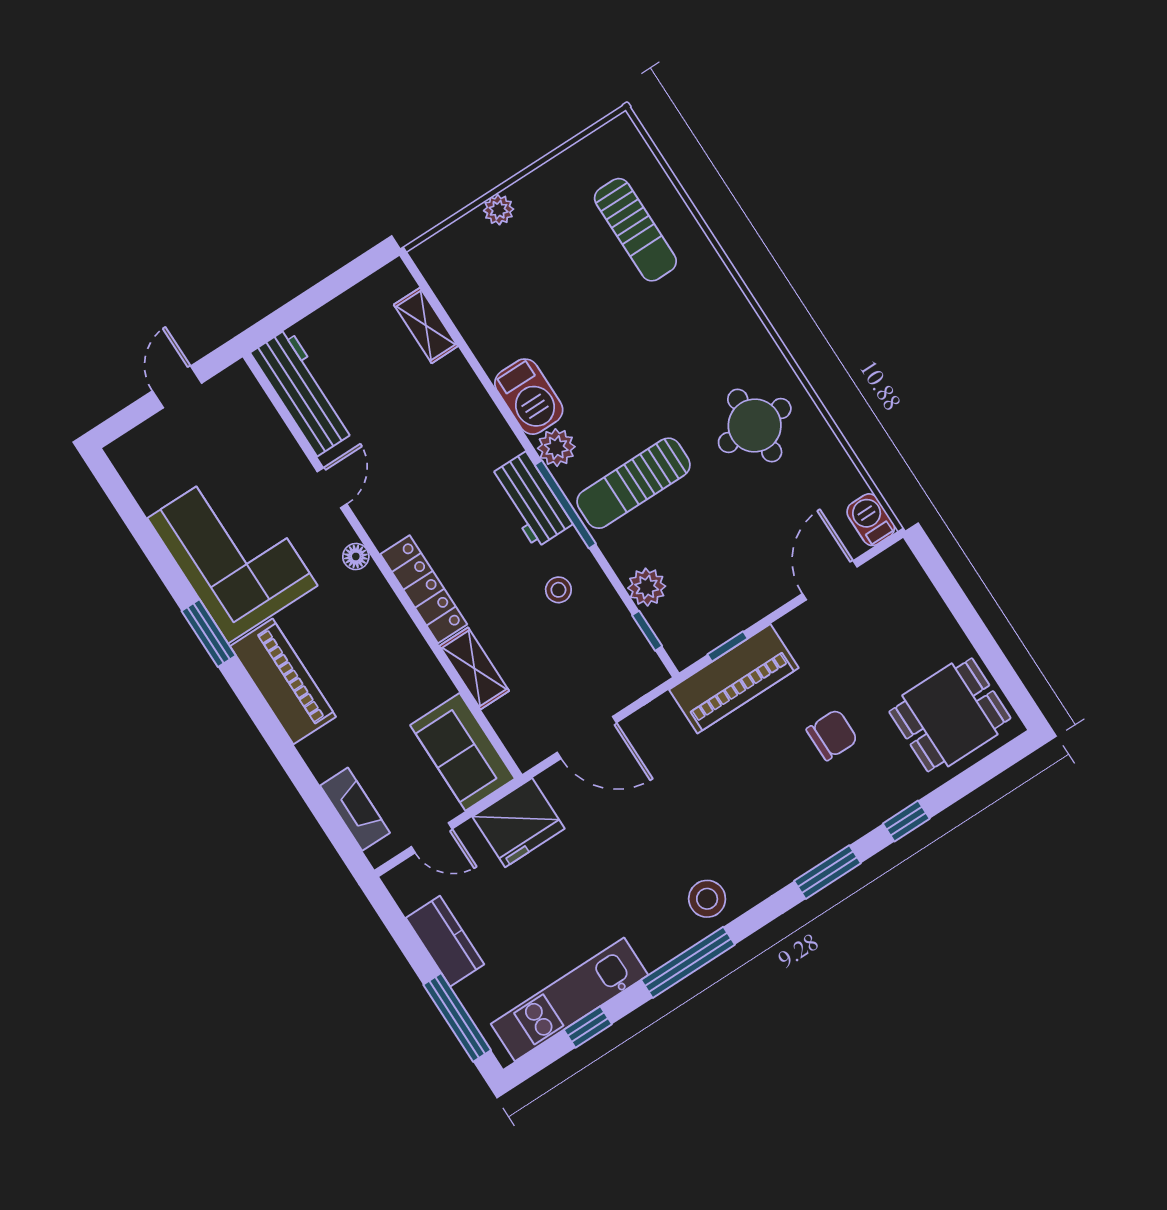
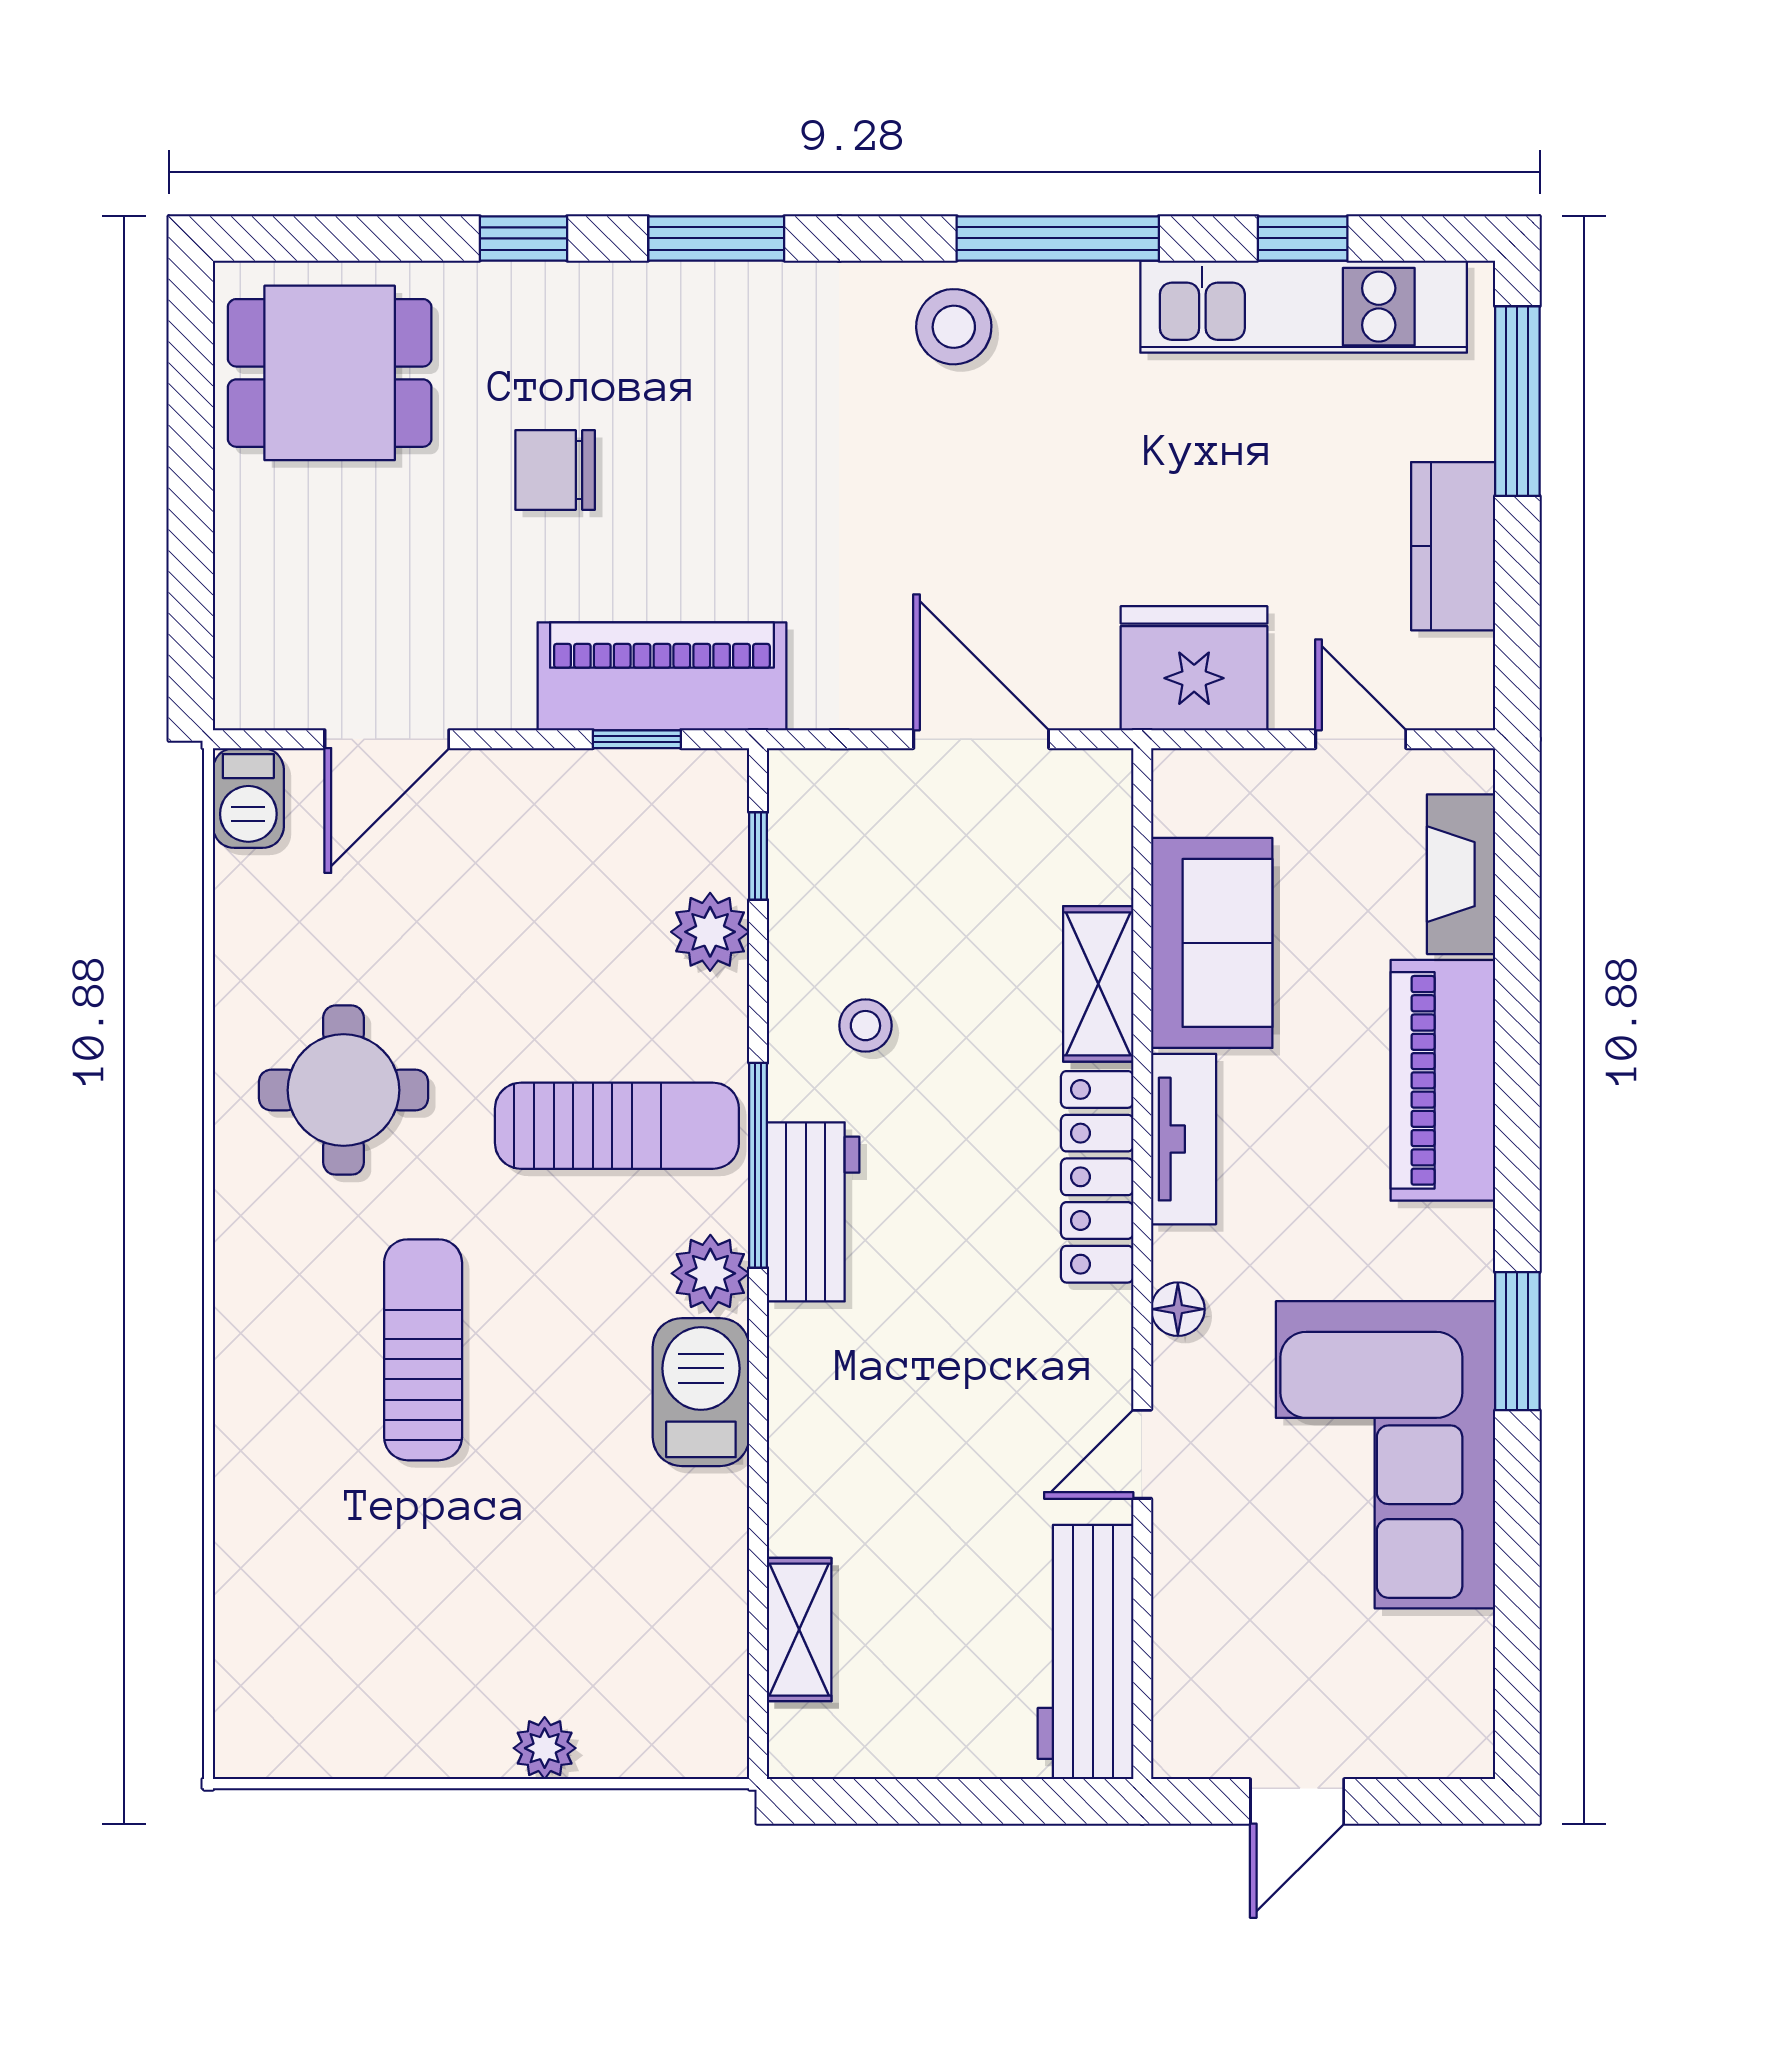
sun lounger: (635, 230) -> (423, 1350), moved
tv unit: (398, 628) -> (1184, 1139), added
piano: (283, 681) -> (1443, 1080), moved
sofa: (463, 752) -> (1212, 943), moved

